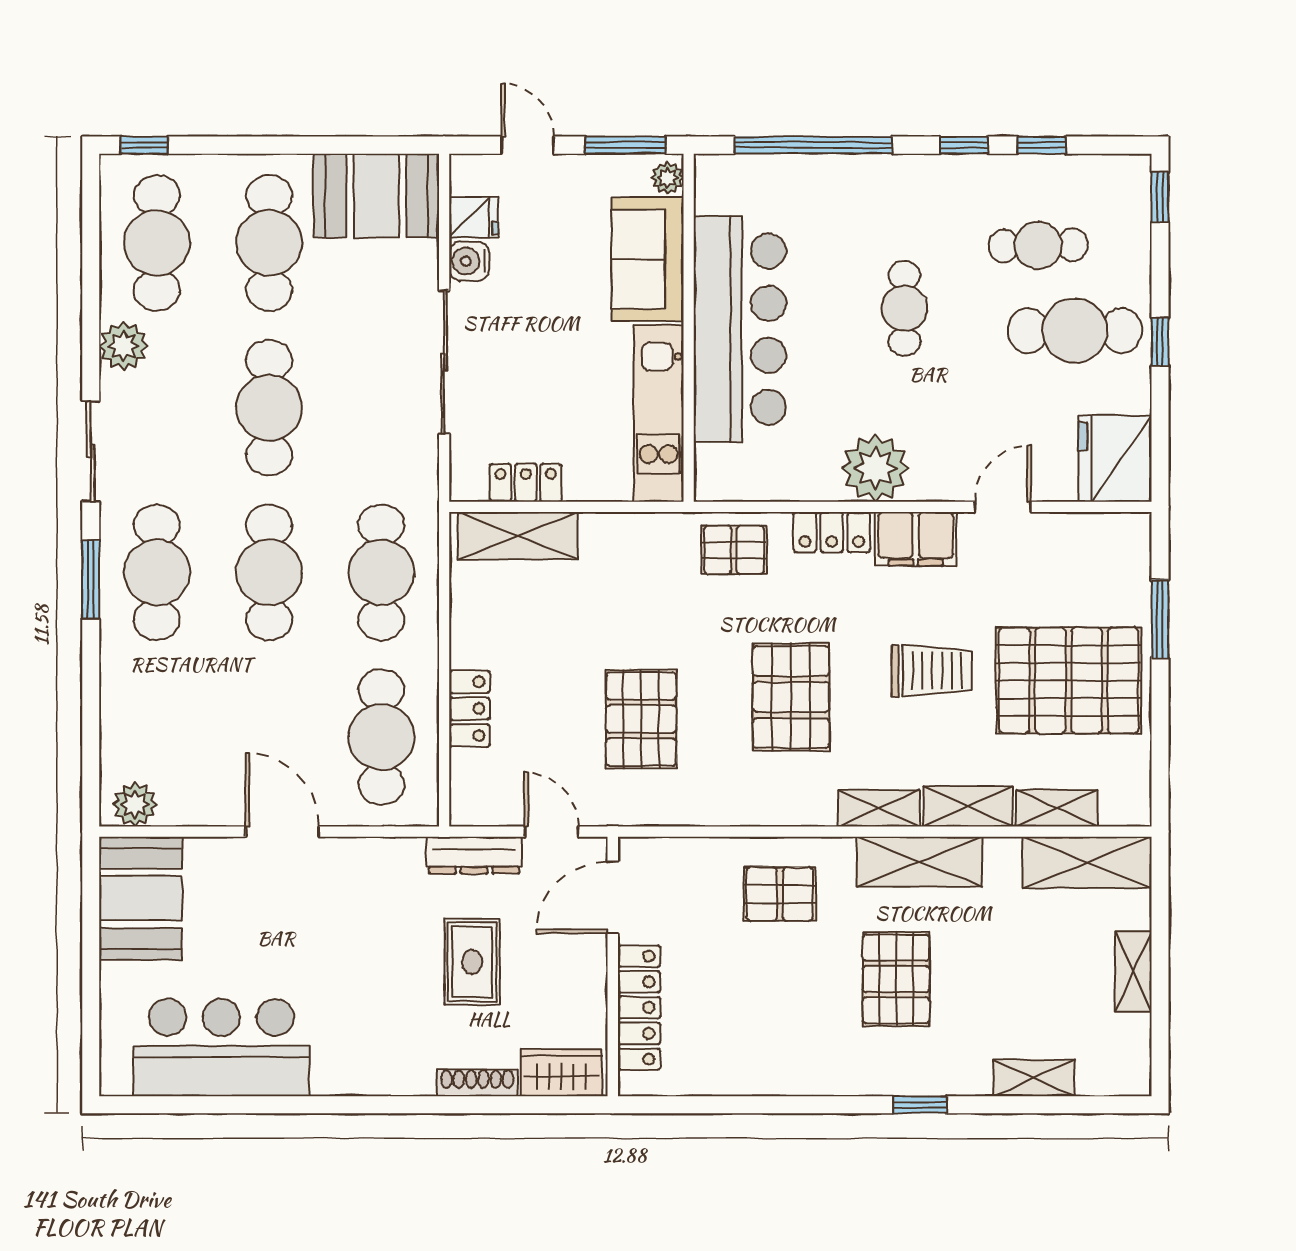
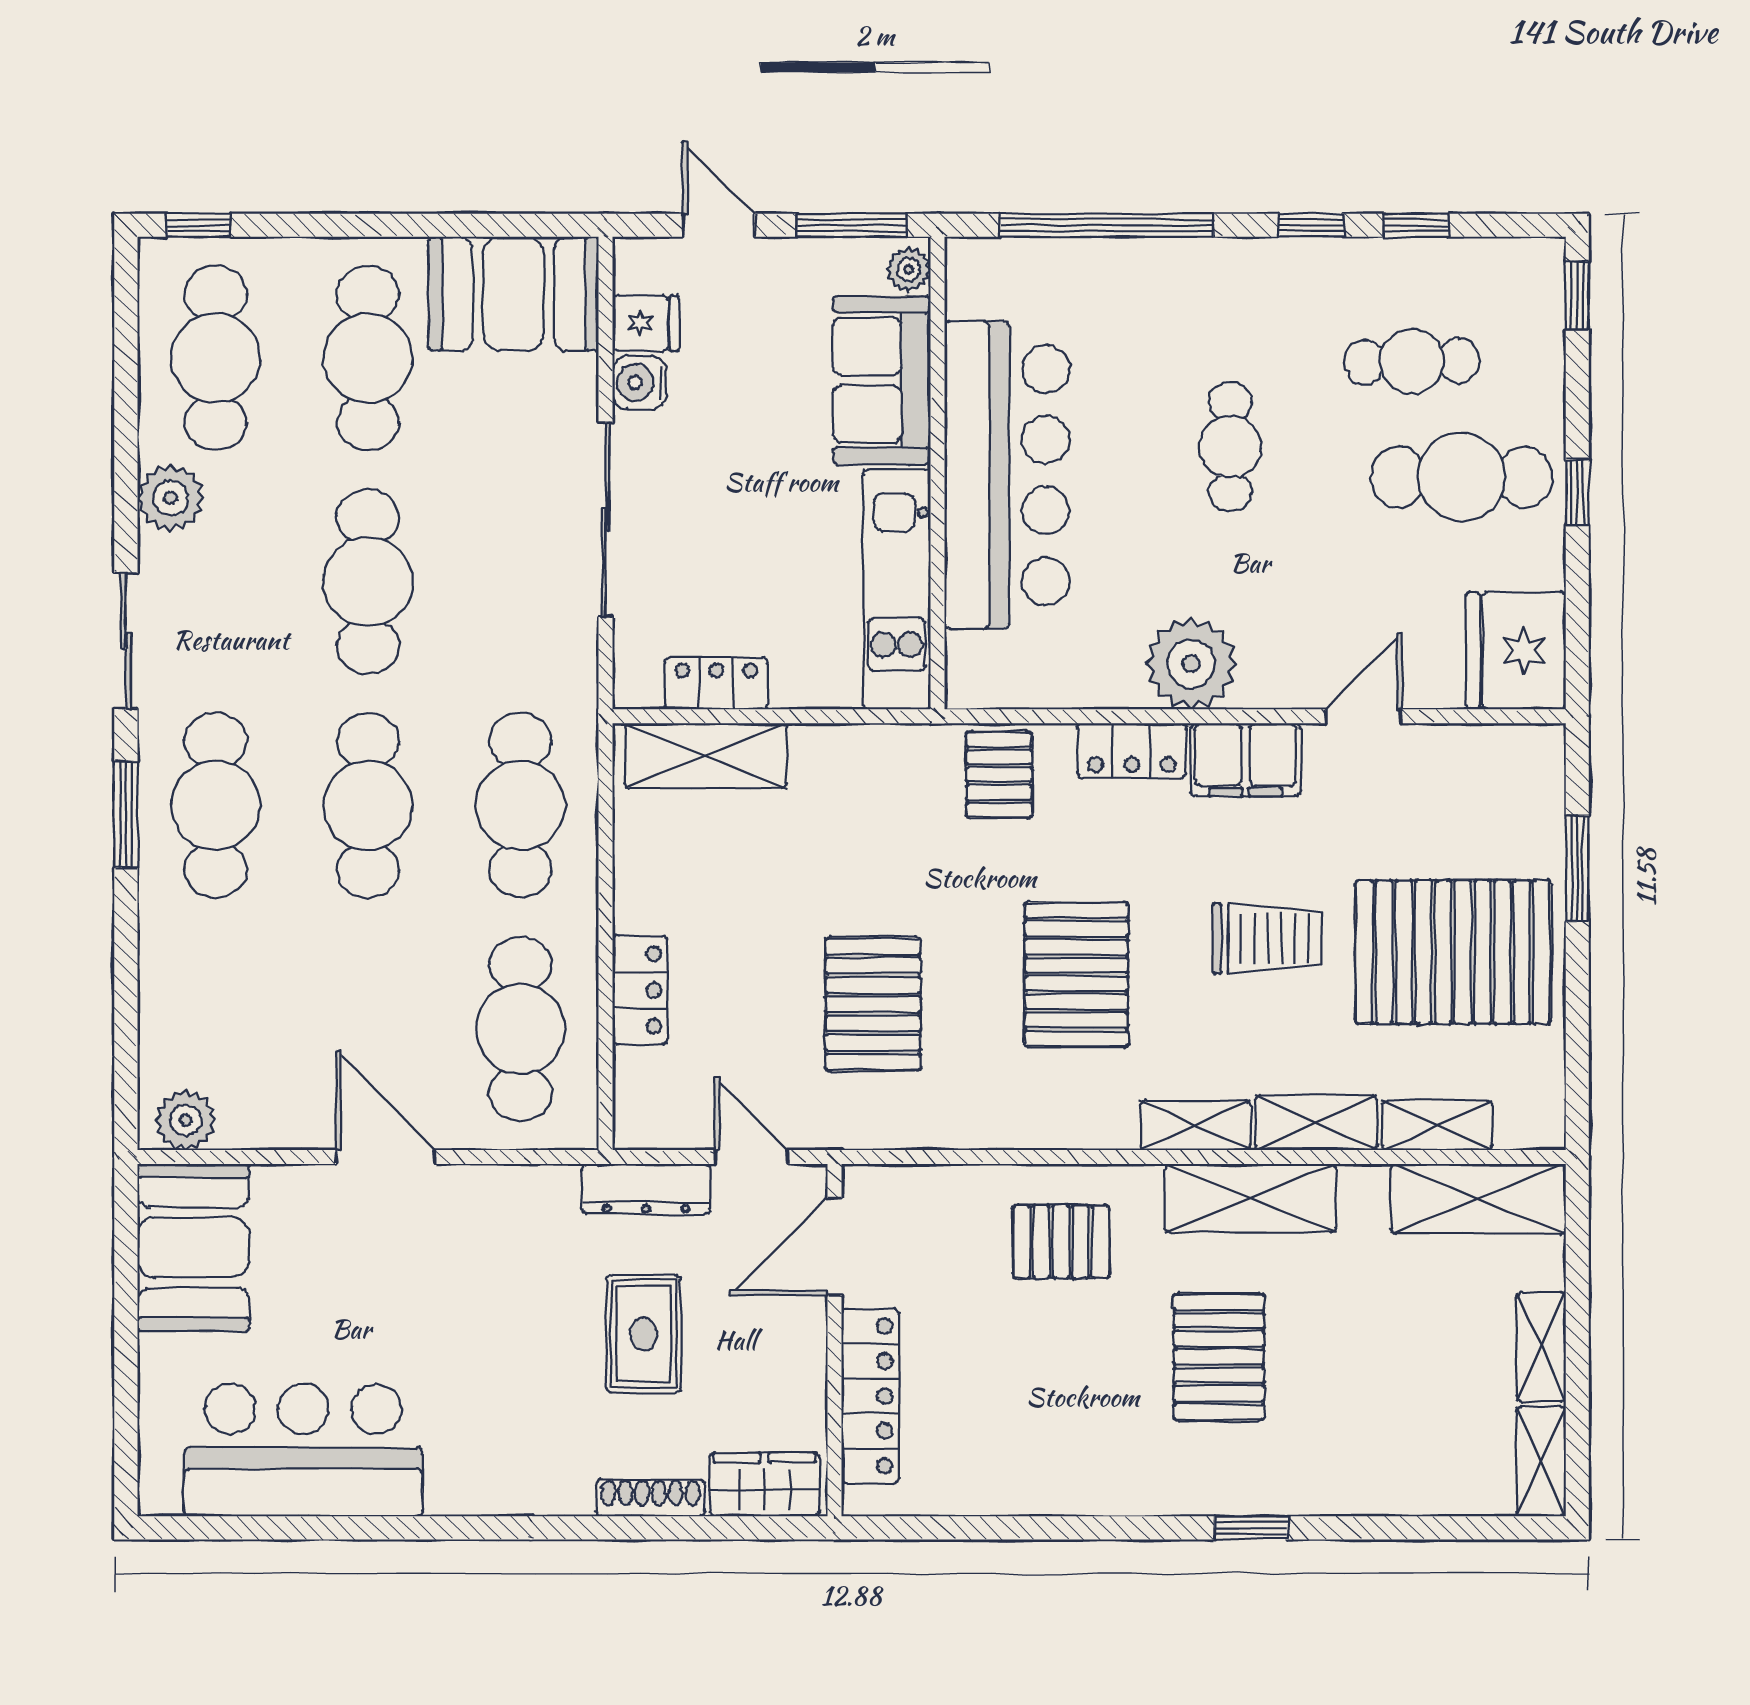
pallet: (734, 550) -> (999, 775), turned 90
shelving: (1034, 1078) -> (1541, 1461), moved, turned 90

